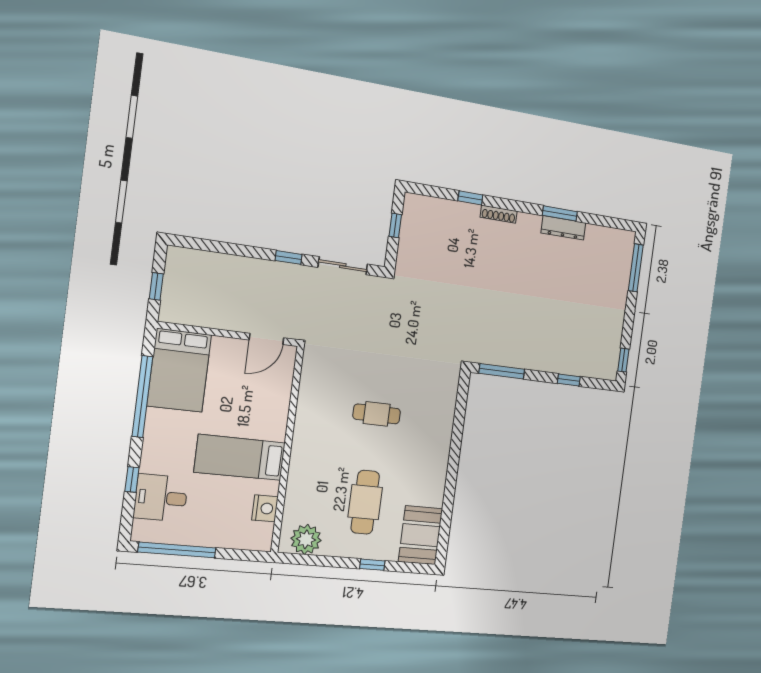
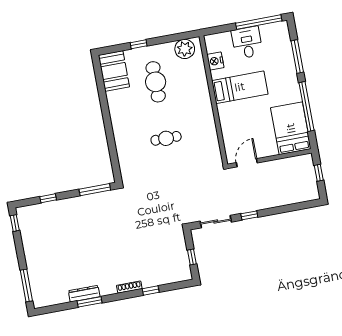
window: (132, 480) -> (297, 56), width x2.17
desk: (161, 498) -> (247, 43), moved, turned -90

